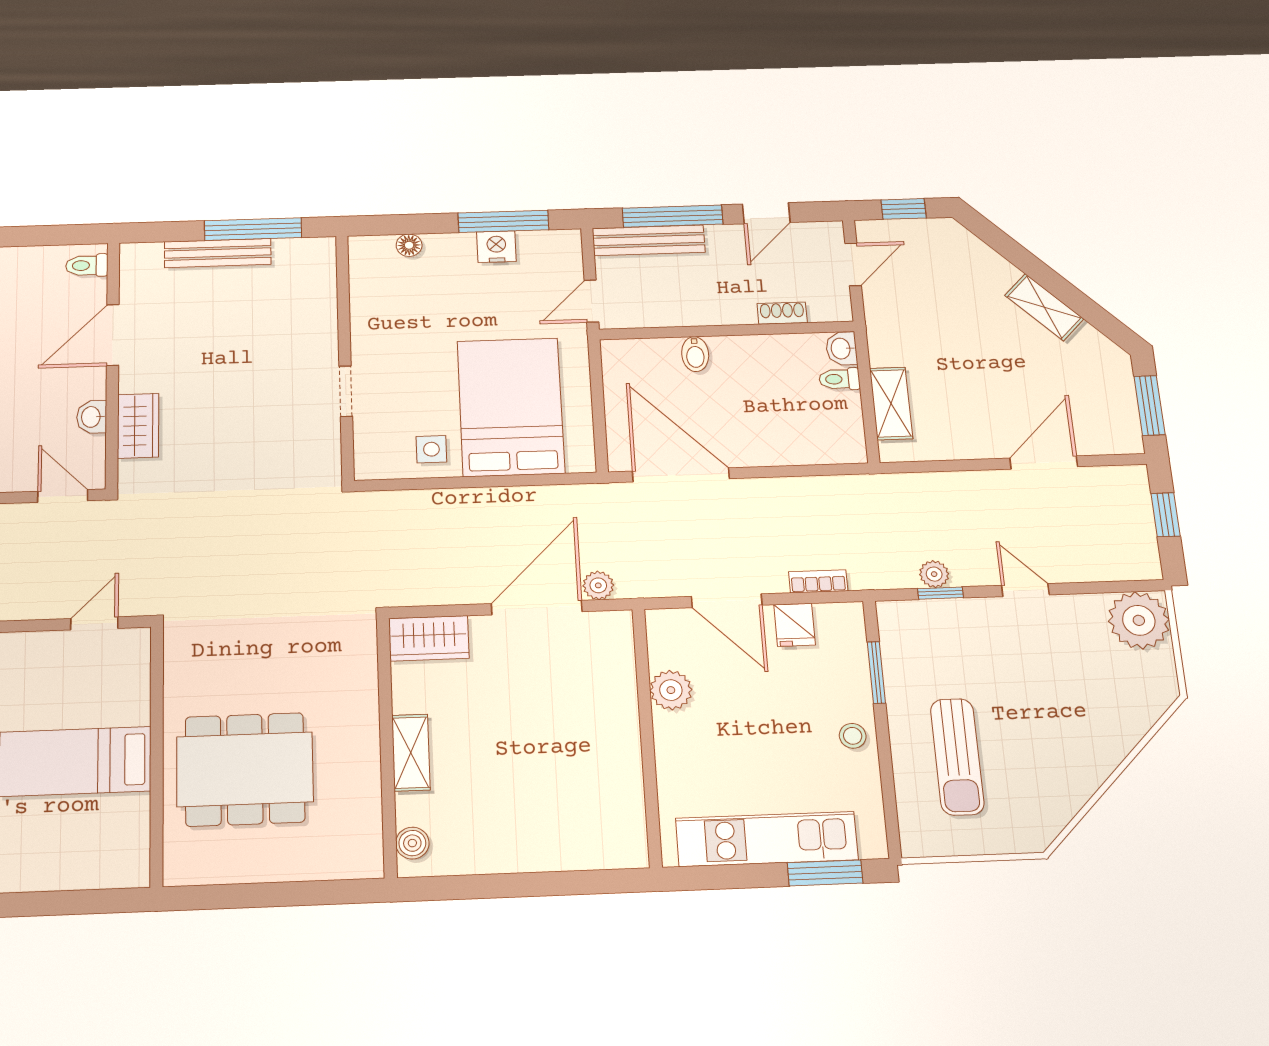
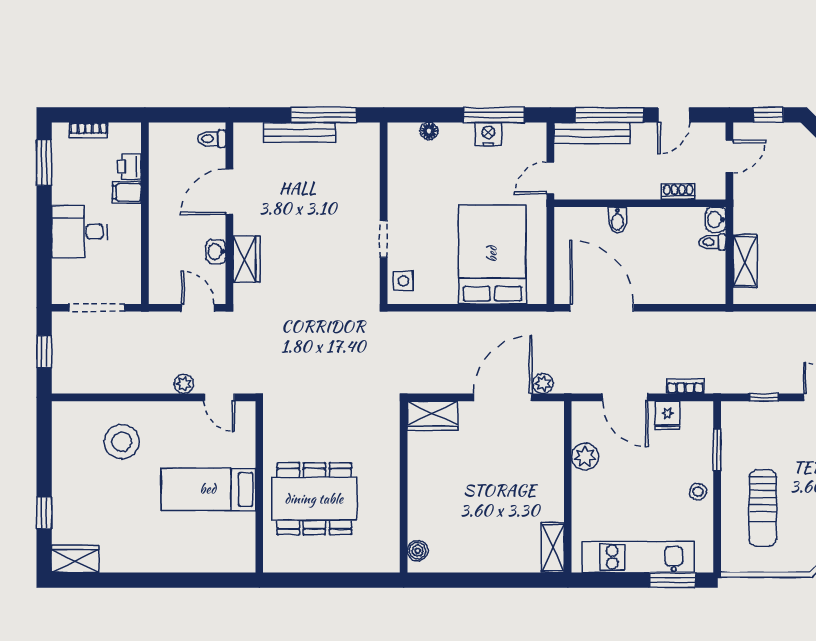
side table: (431, 449) -> (403, 281), moved
plant: (934, 574) -> (184, 384), moved
door: (94, 623) -> (219, 397), swing flipped
shelving: (411, 753) -> (553, 548), moved

